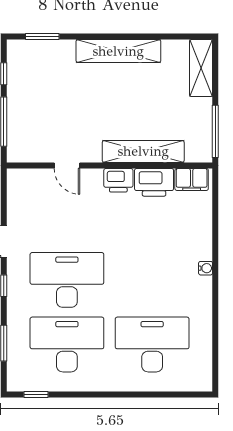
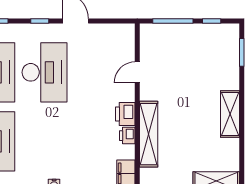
shelving: (118, 51) -> (230, 114), width x0.68
printer: (154, 182) -> (127, 136), width x0.53, depth x0.68

